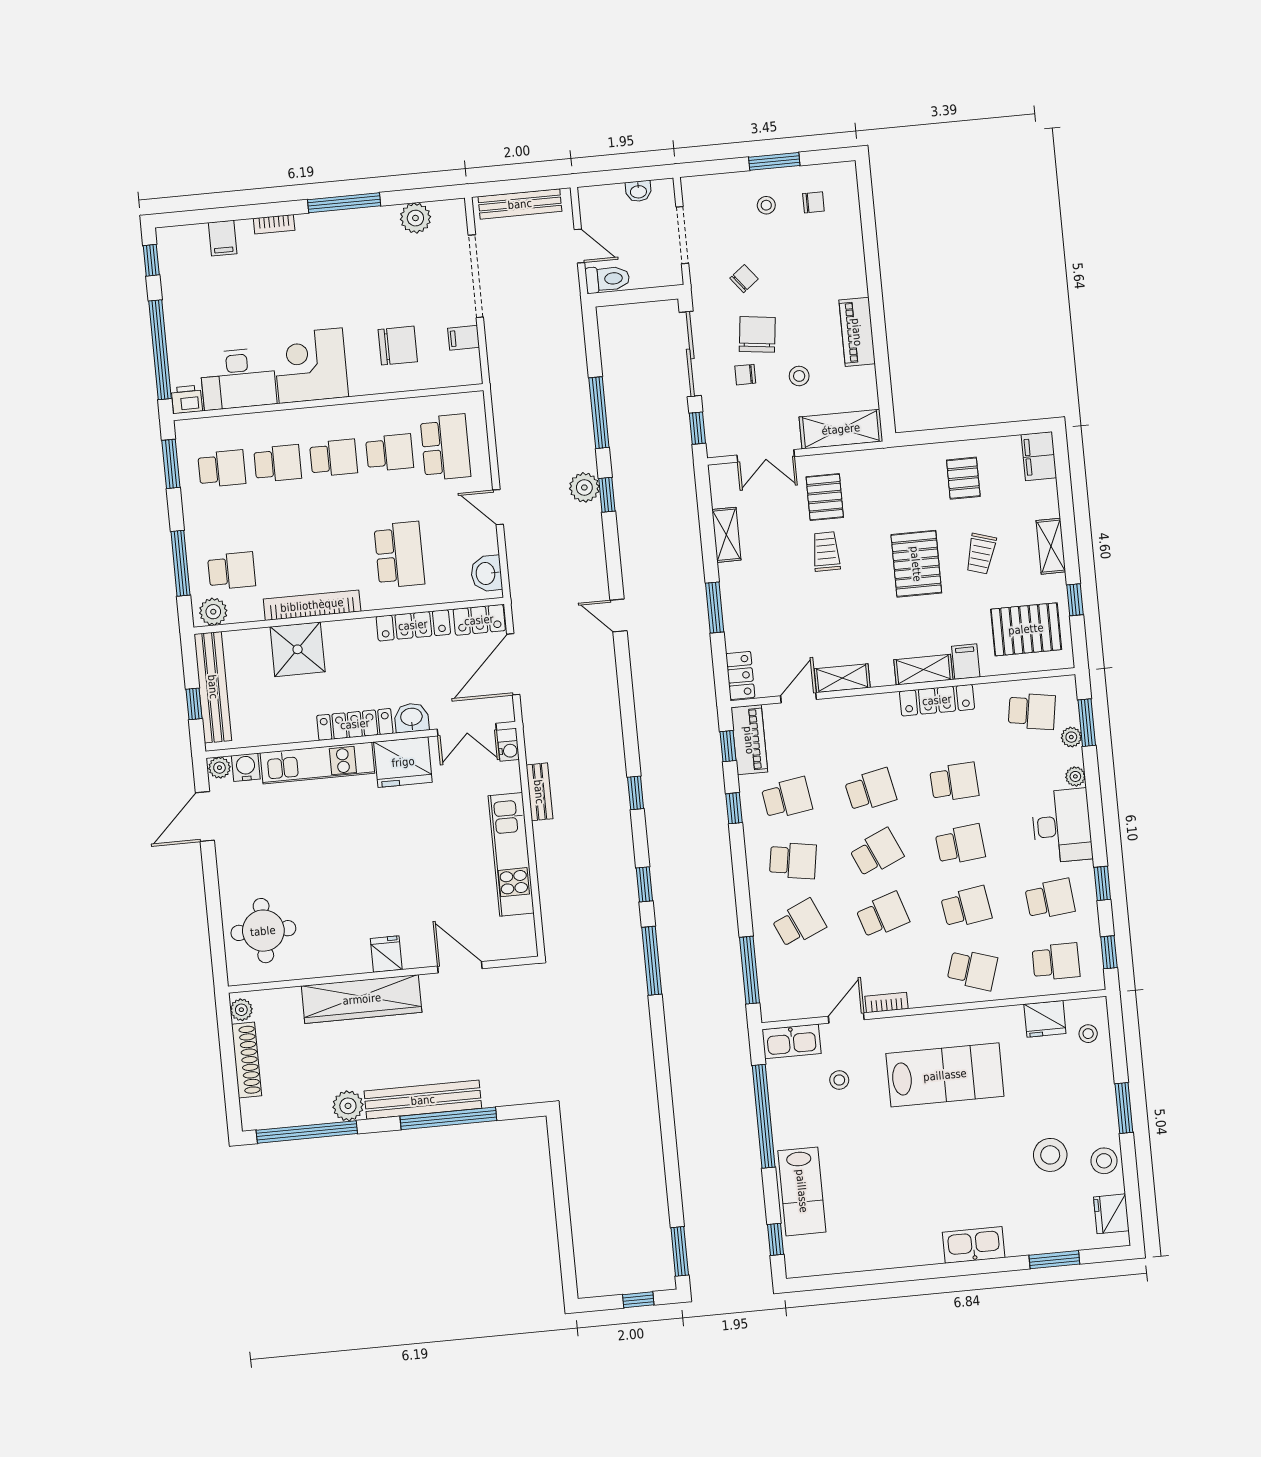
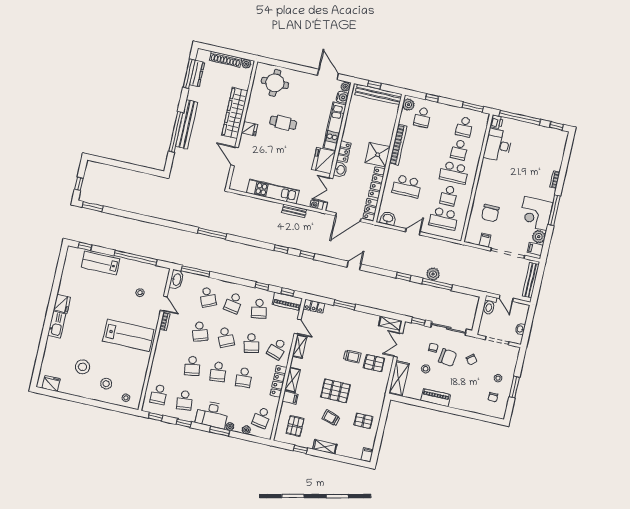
filing cabinet: (223, 238) -> (535, 249), moved
door: (579, 246) -> (506, 298), hinge flipped
corner desk: (311, 366) -> (536, 214), moved, turned 180
filing cabinet: (1039, 456) -> (367, 455), width x0.50
school desk: (334, 458) -> (454, 173), width x1.85
plant: (584, 487) -> (433, 274), moved
shelving: (726, 535) -> (390, 323), moved
window: (180, 563) -> (432, 98), width x0.46
pallet: (1026, 629) -> (295, 426), width x0.67, depth x0.71
shower: (298, 649) -> (378, 155), moved
door: (513, 664) -> (348, 217), swing flipped
window: (1087, 723) -> (220, 431), moved
locker: (355, 724) -> (344, 152), width x0.66
cafe table: (348, 882) -> (283, 123), added
window: (644, 884) -> (307, 255), moved
door: (460, 967) -> (235, 156), swing flipped
school desk: (972, 970) -> (277, 349), moved
washbasin: (782, 1007) -> (177, 280), added
fridge: (1045, 1019) -> (62, 304), moved, turned 180
kitchen sink: (791, 1041) -> (162, 279), removed
lab bench: (945, 1075) -> (128, 335), turned -90
plant: (348, 1106) -> (194, 94), removed
window: (1124, 1108) -> (92, 402), removed
dresser: (301, 1114) -> (197, 74), added
window: (307, 1132) -> (189, 74), width x0.68
stool: (1104, 1161) -> (106, 384), moved
window: (1054, 1260) -> (40, 355), removed

